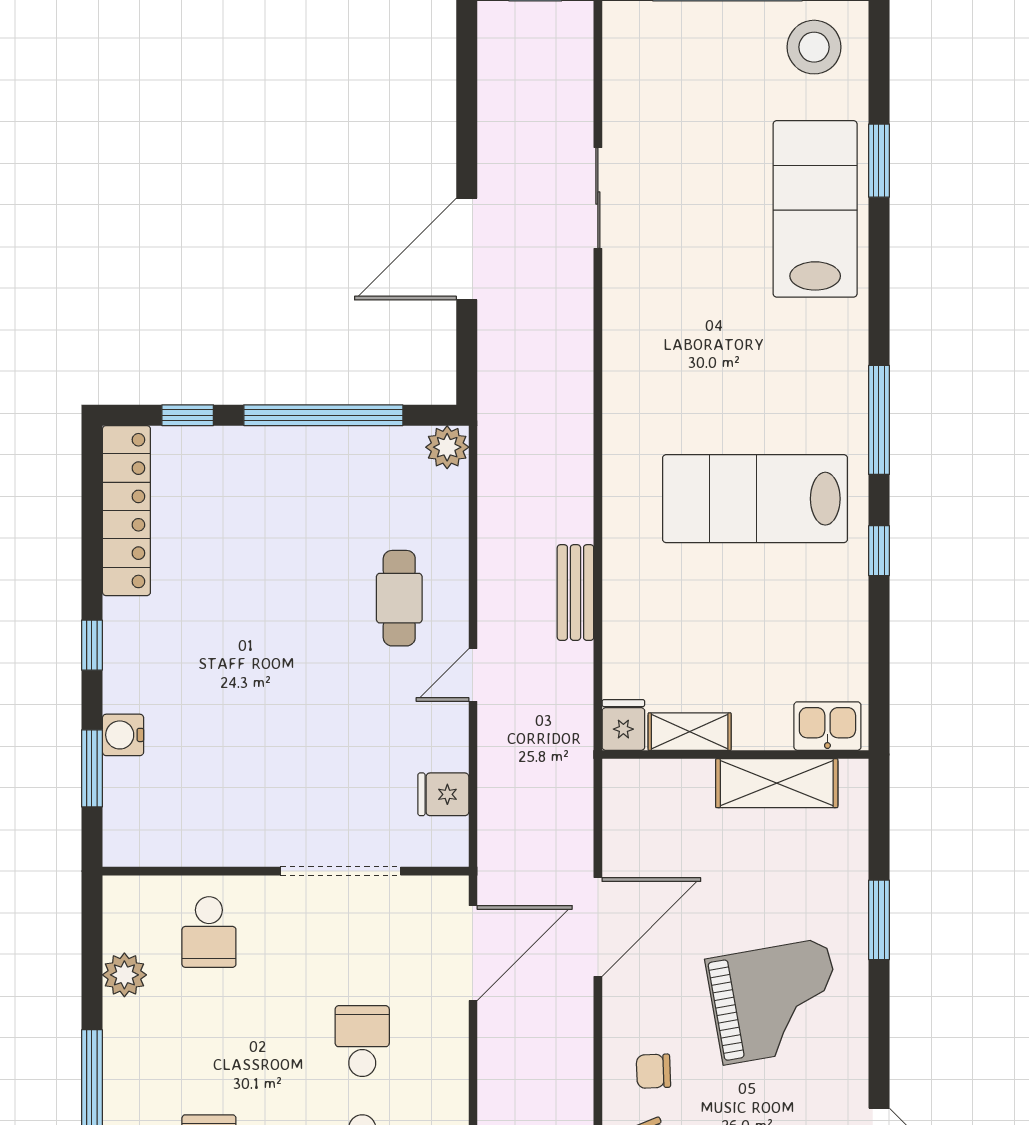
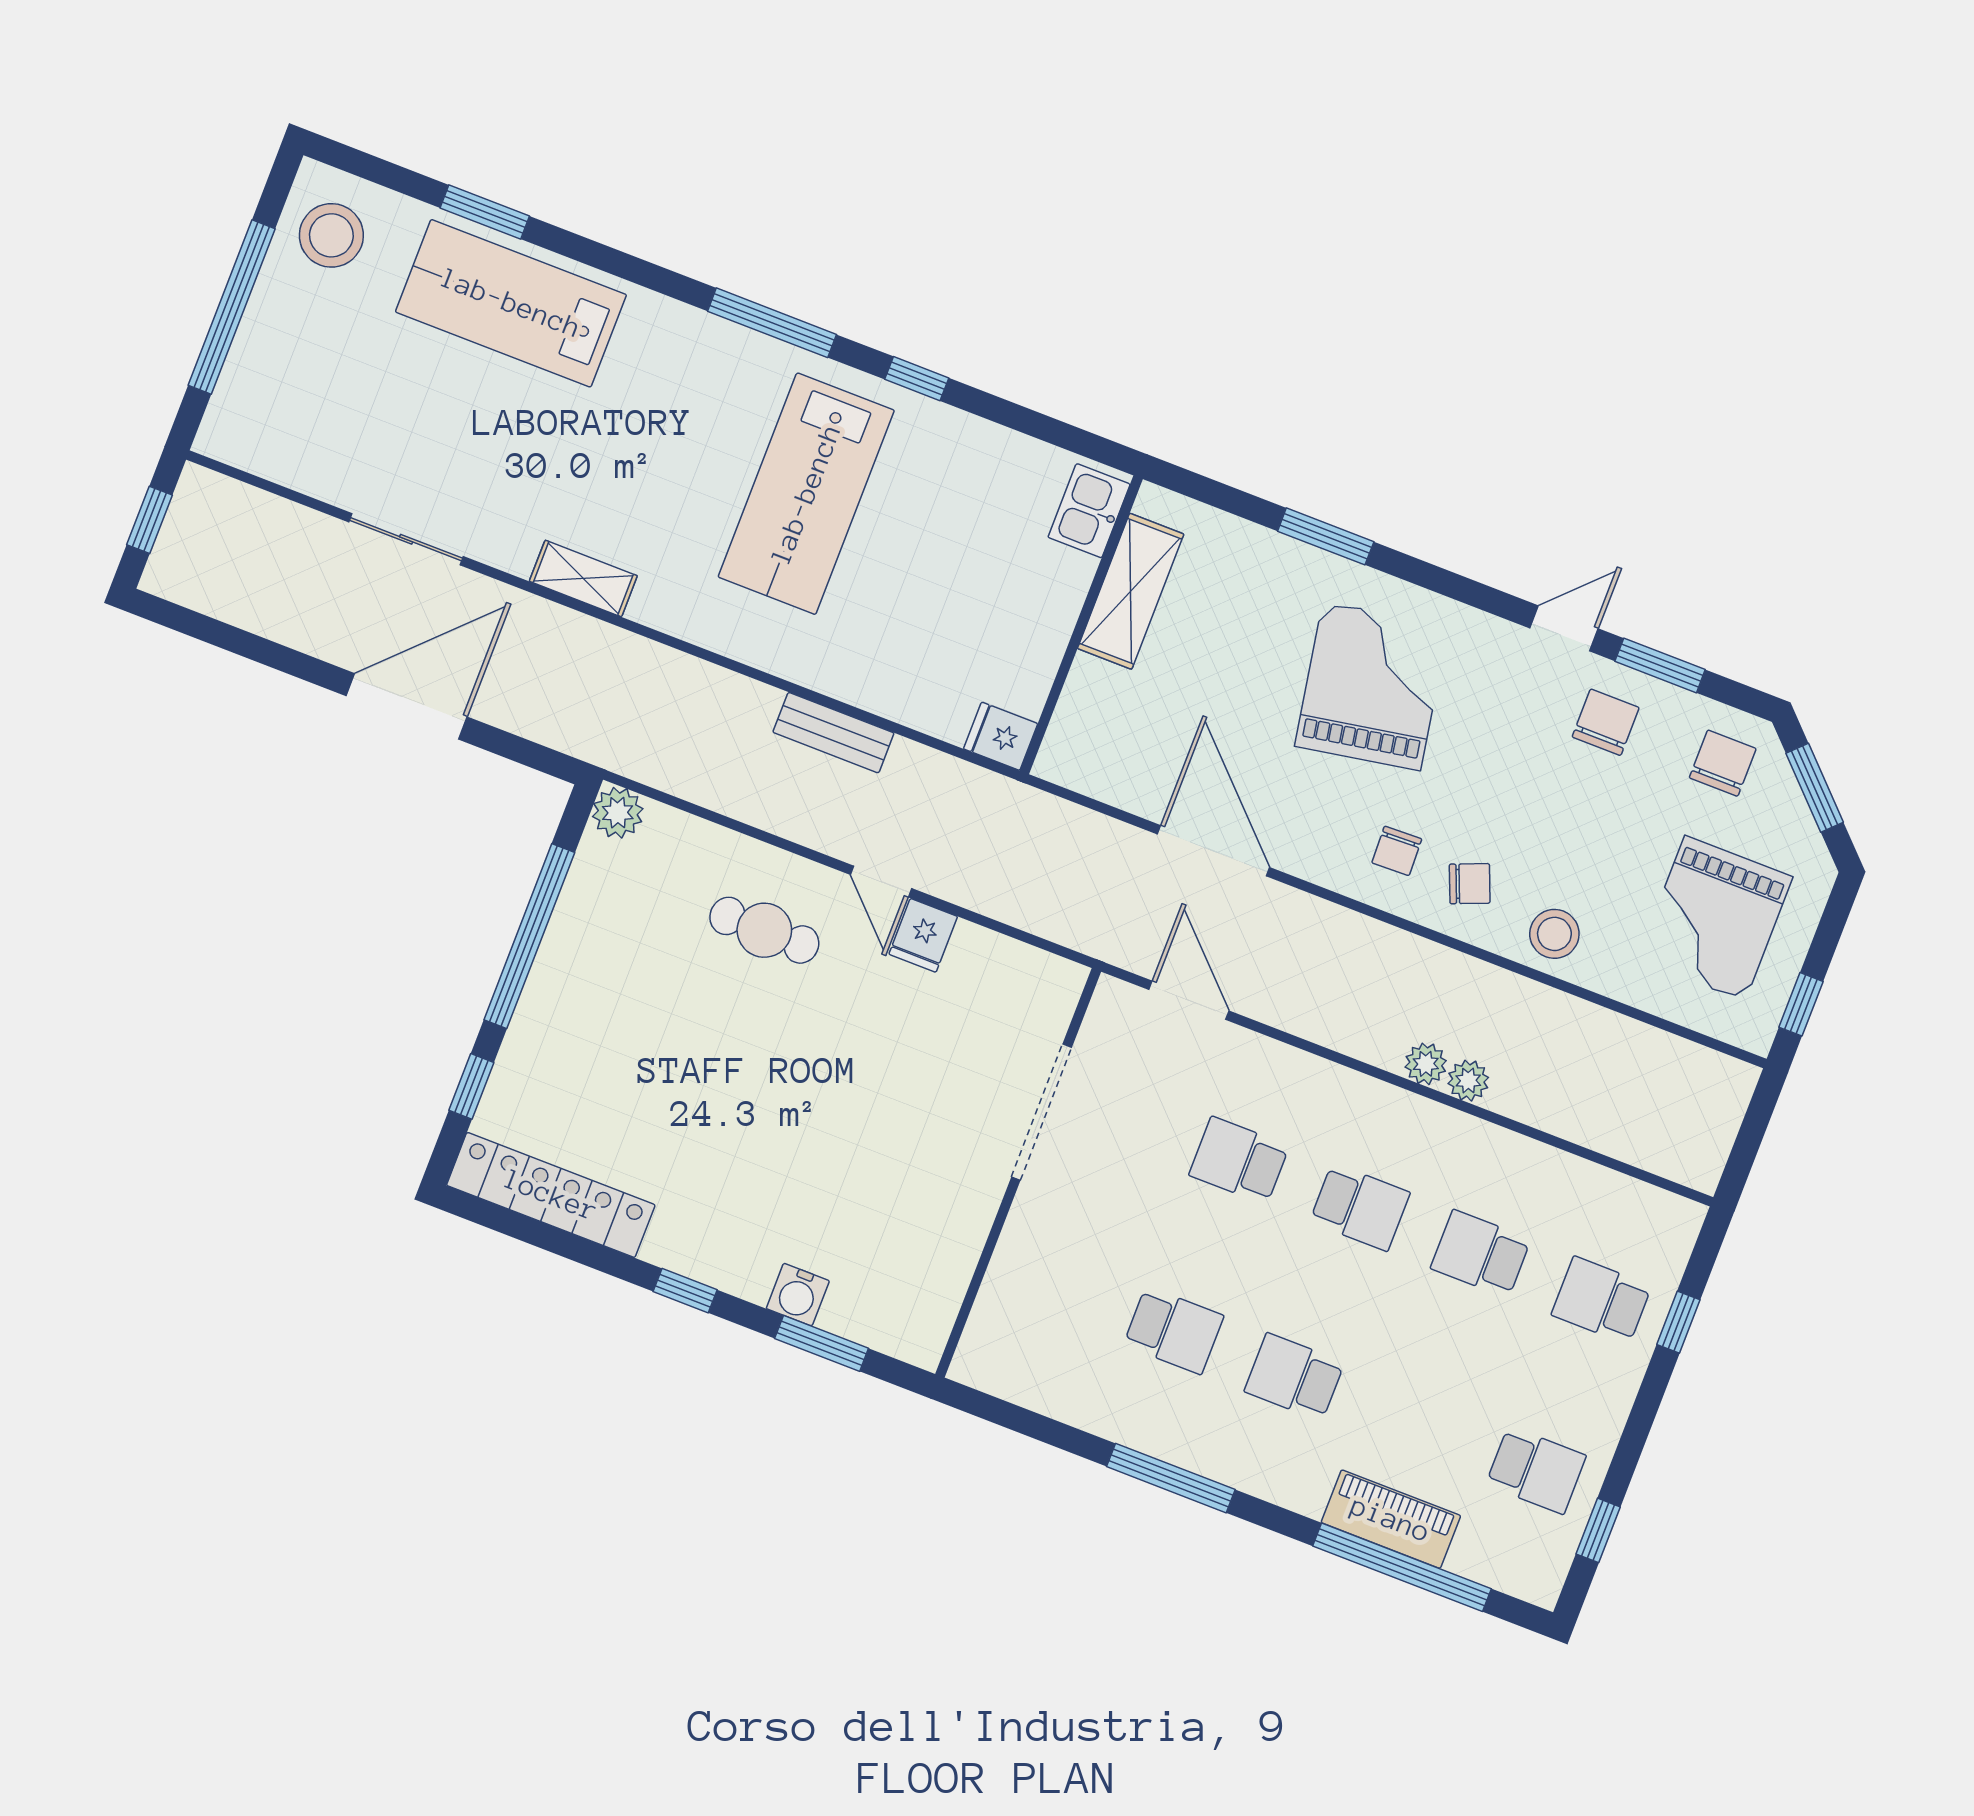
door: (467, 249) -> (407, 706), swing flipped
shelving: (690, 732) -> (583, 578), moved, turned 90
fridge: (443, 794) -> (923, 935), moved
school desk: (209, 932) -> (1174, 1330), moved
door: (473, 953) -> (1189, 1000), width x0.73
plant: (124, 975) -> (1064, 1396), removed

